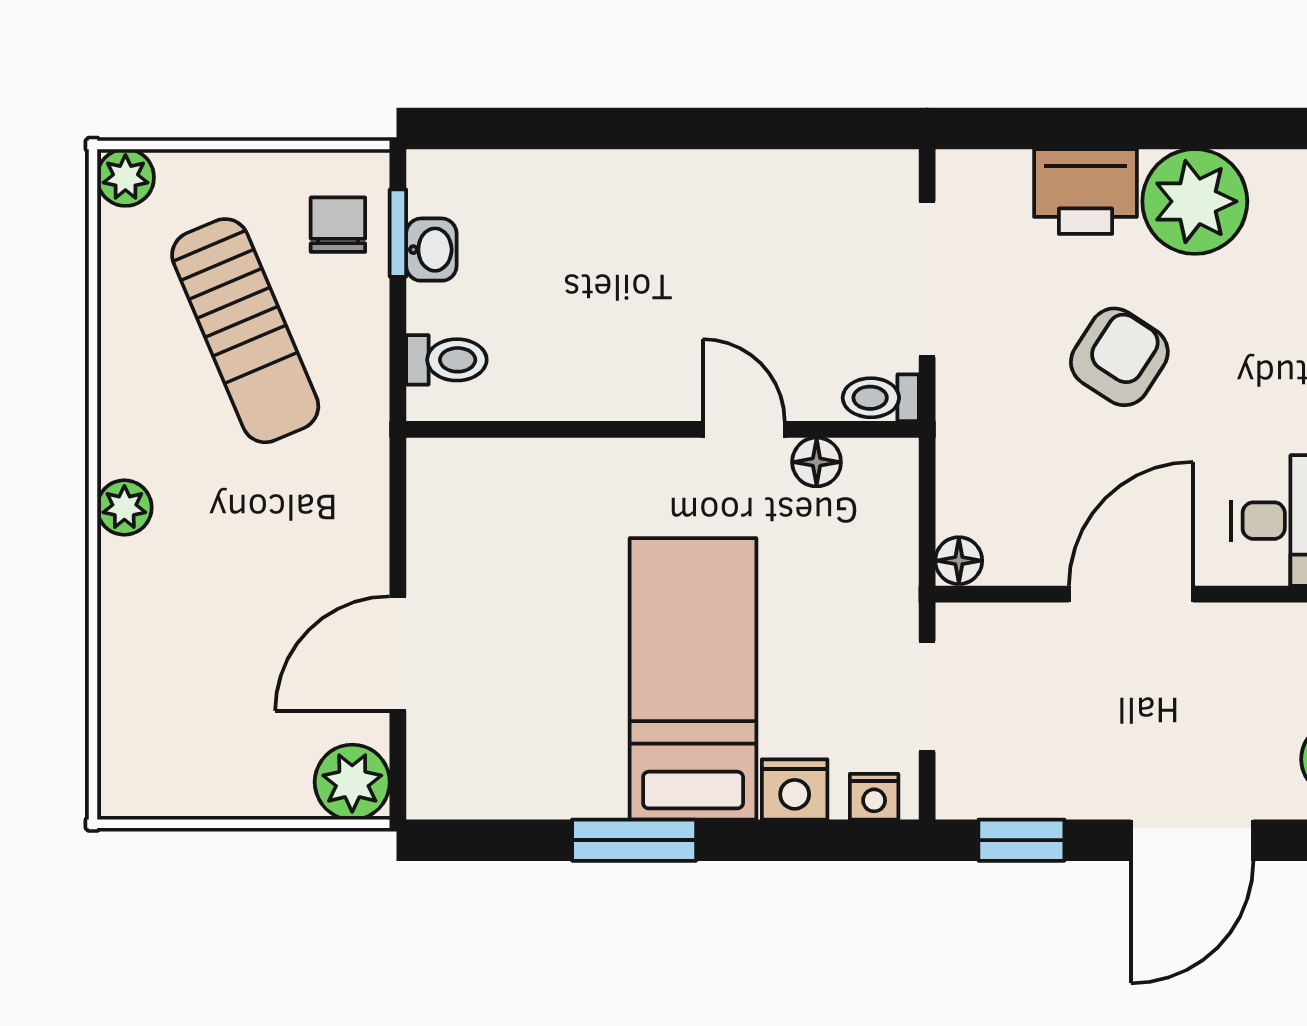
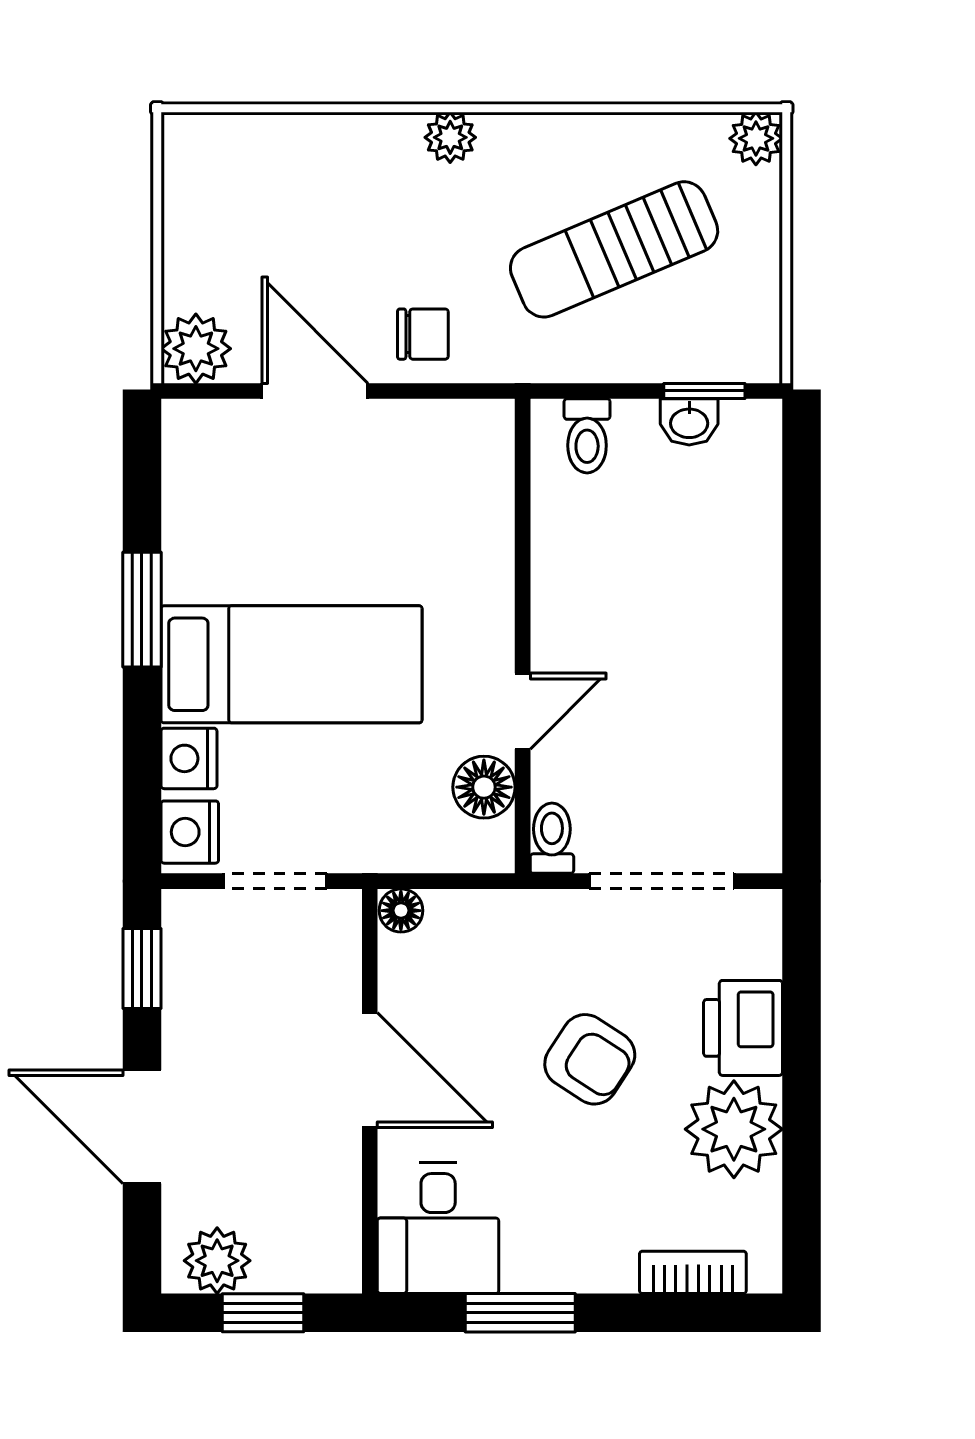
chair: (338, 225) -> (423, 334), moved
floor lamp: (817, 462) -> (484, 787), width x1.37, depth x1.37
nightstand: (874, 797) -> (190, 832), width x1.39, depth x1.35

